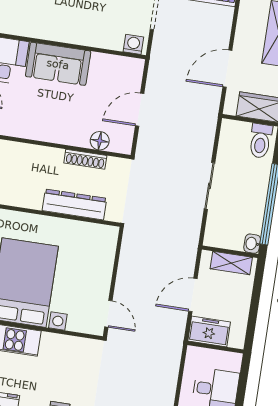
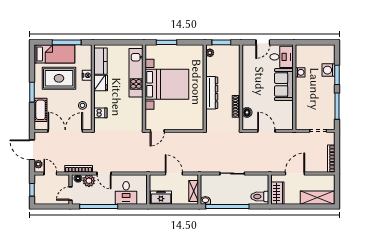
washing machine: (133, 44) -> (300, 72), moved
door: (227, 69) -> (295, 173), hinge flipped
dresser: (74, 204) -> (212, 93), moved
freezer: (209, 331) -> (161, 198), moved, turned -90

